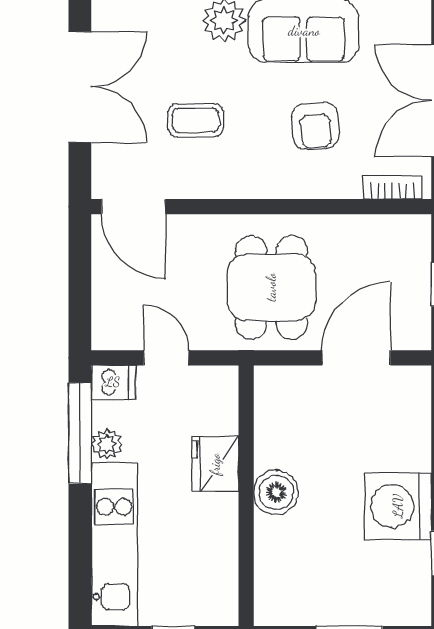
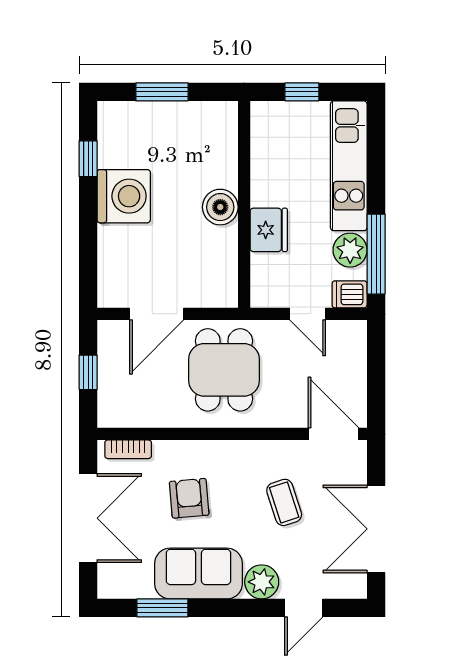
coffee table: (196, 120) -> (284, 502), turned 72
plant: (107, 444) -> (350, 250), width x1.38, depth x1.38

